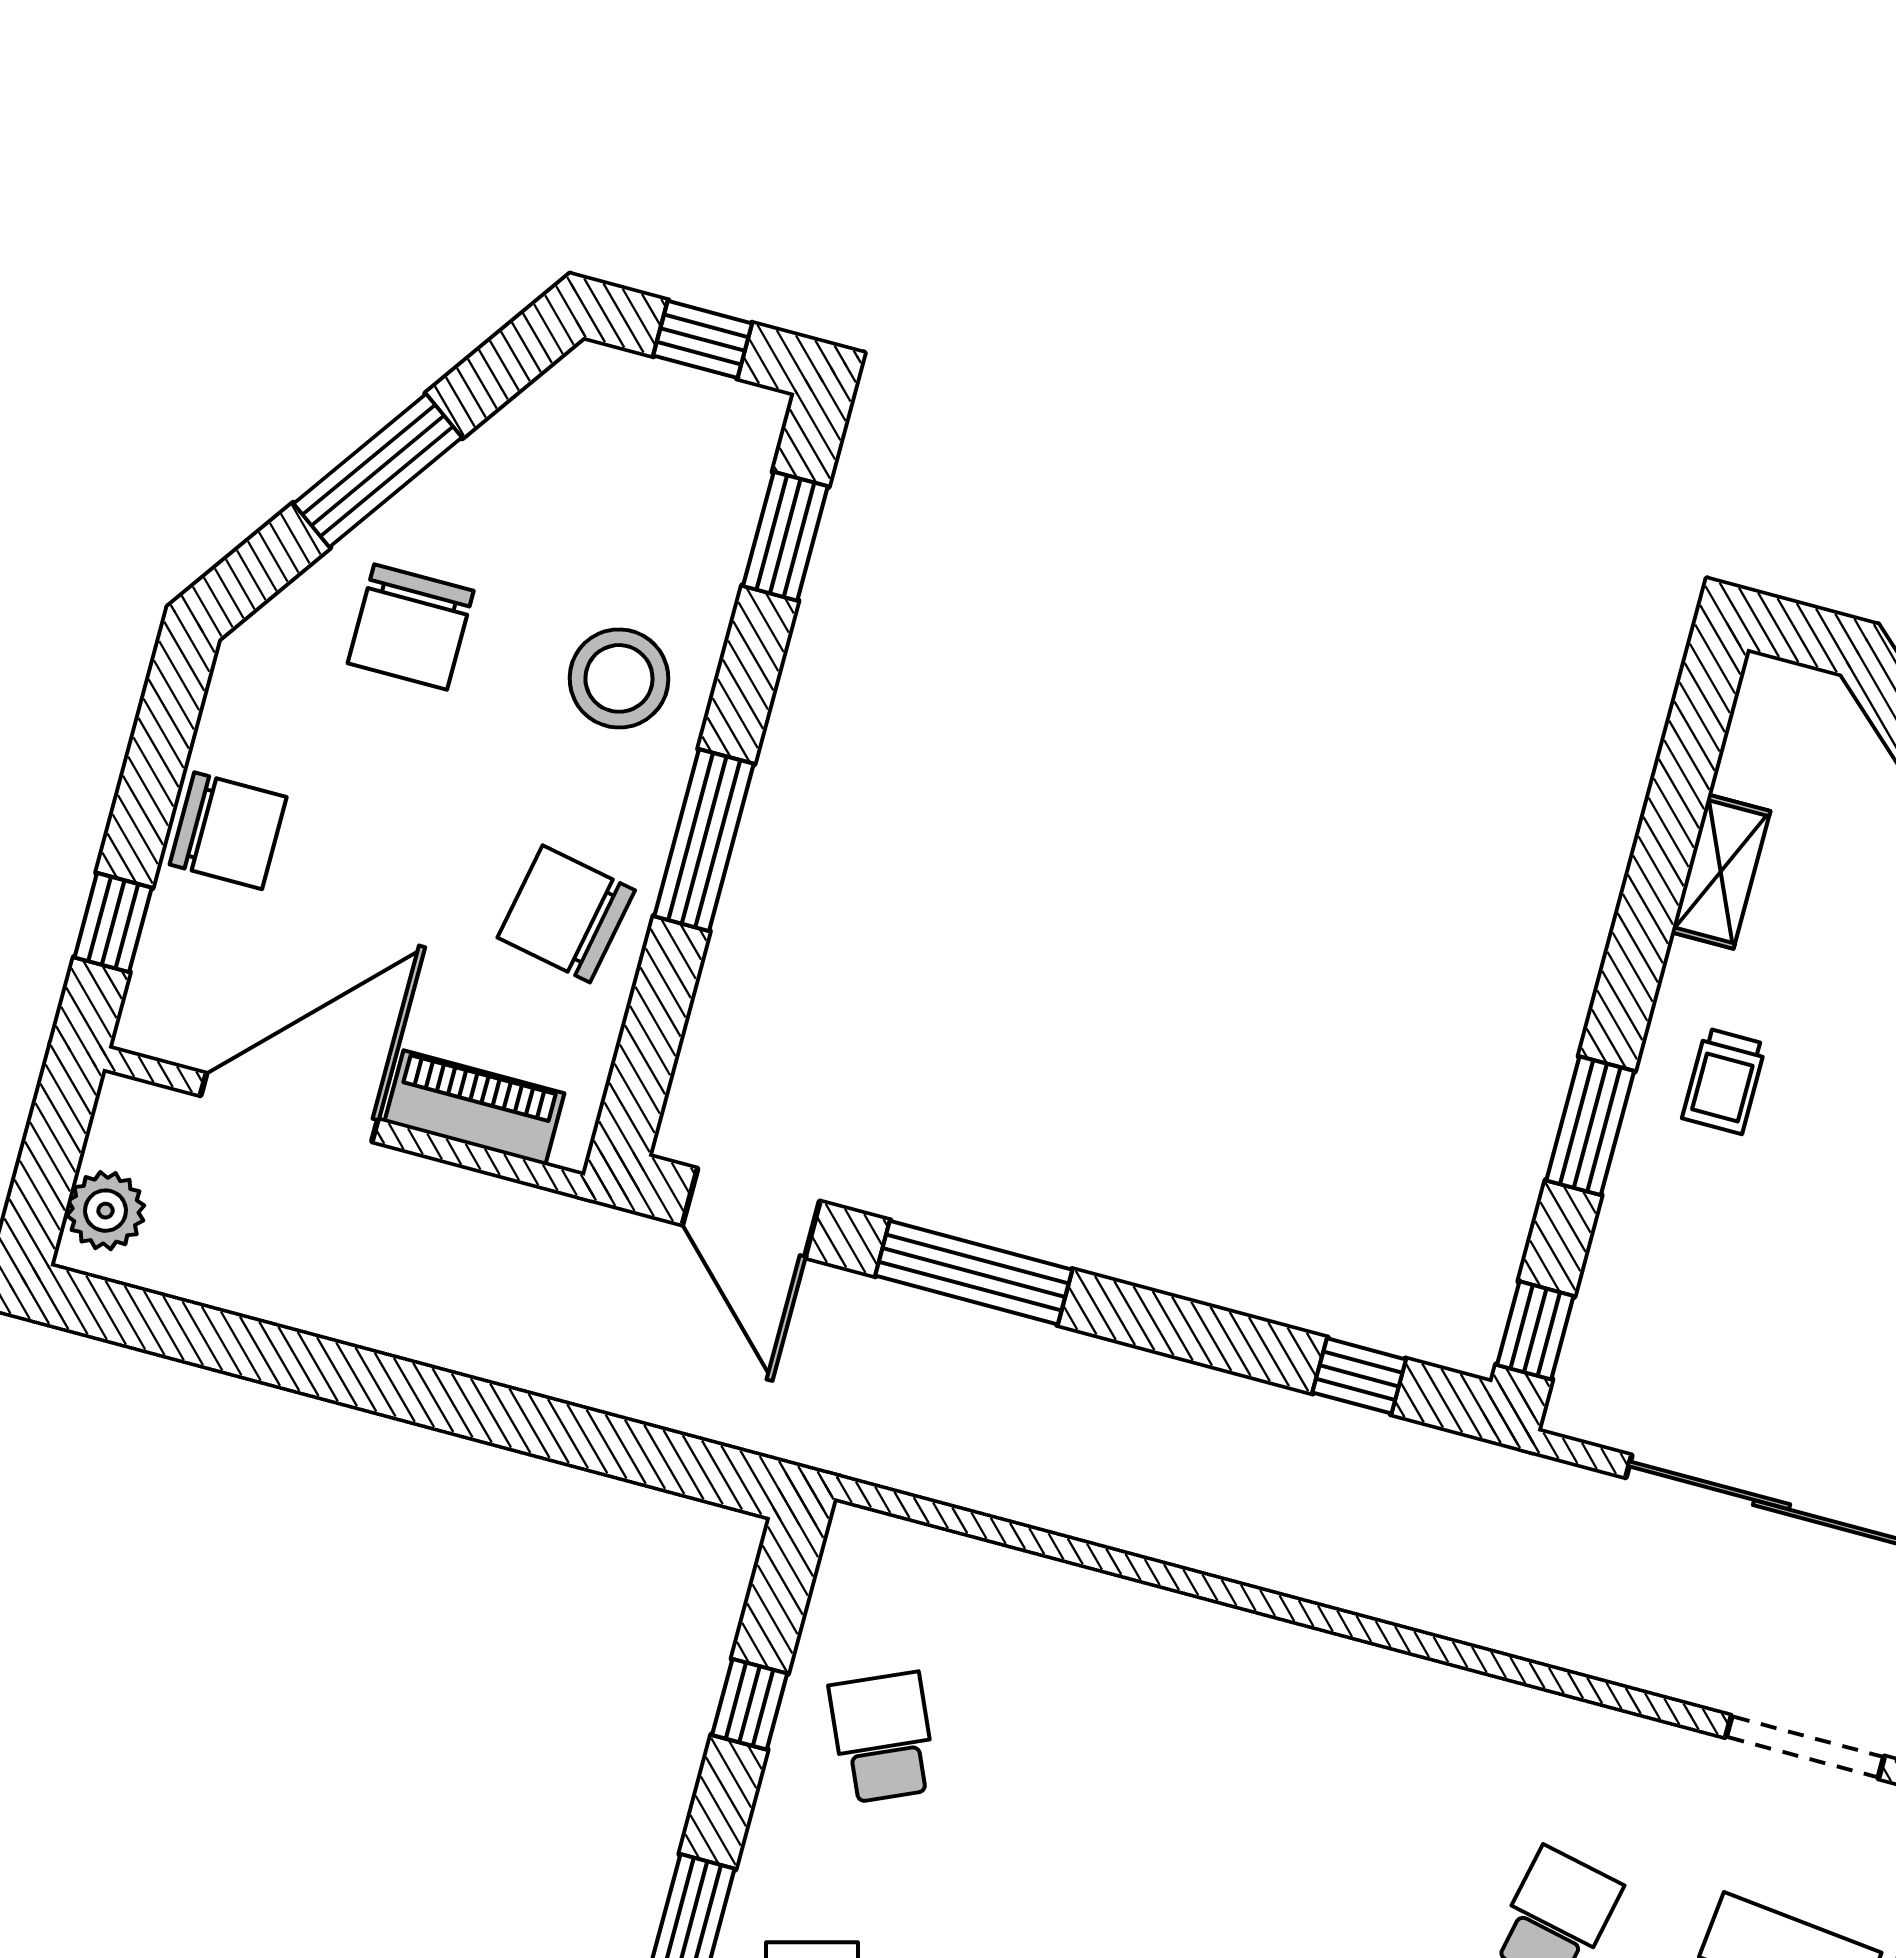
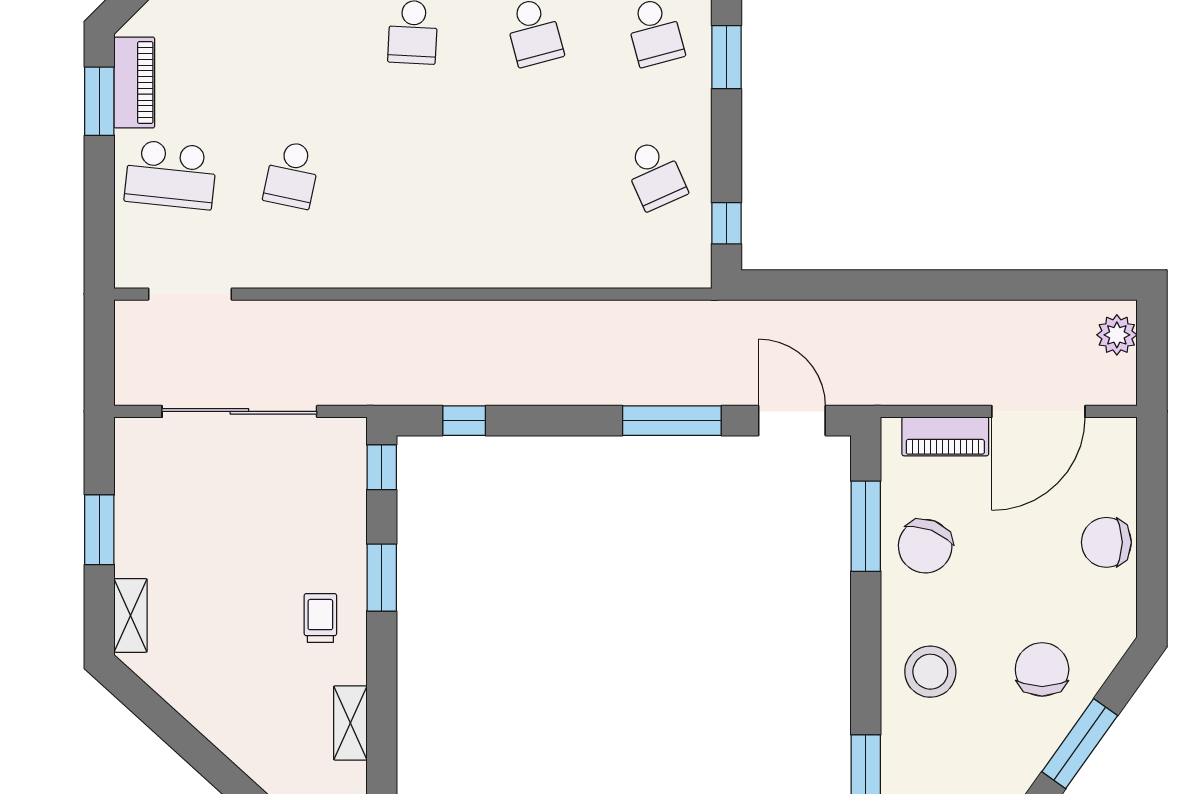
window: (704, 840) -> (866, 526), moved
chair: (566, 914) -> (925, 546), turned 100
window: (113, 923) -> (1152, 481), removed
window: (750, 1704) -> (726, 223), moved

